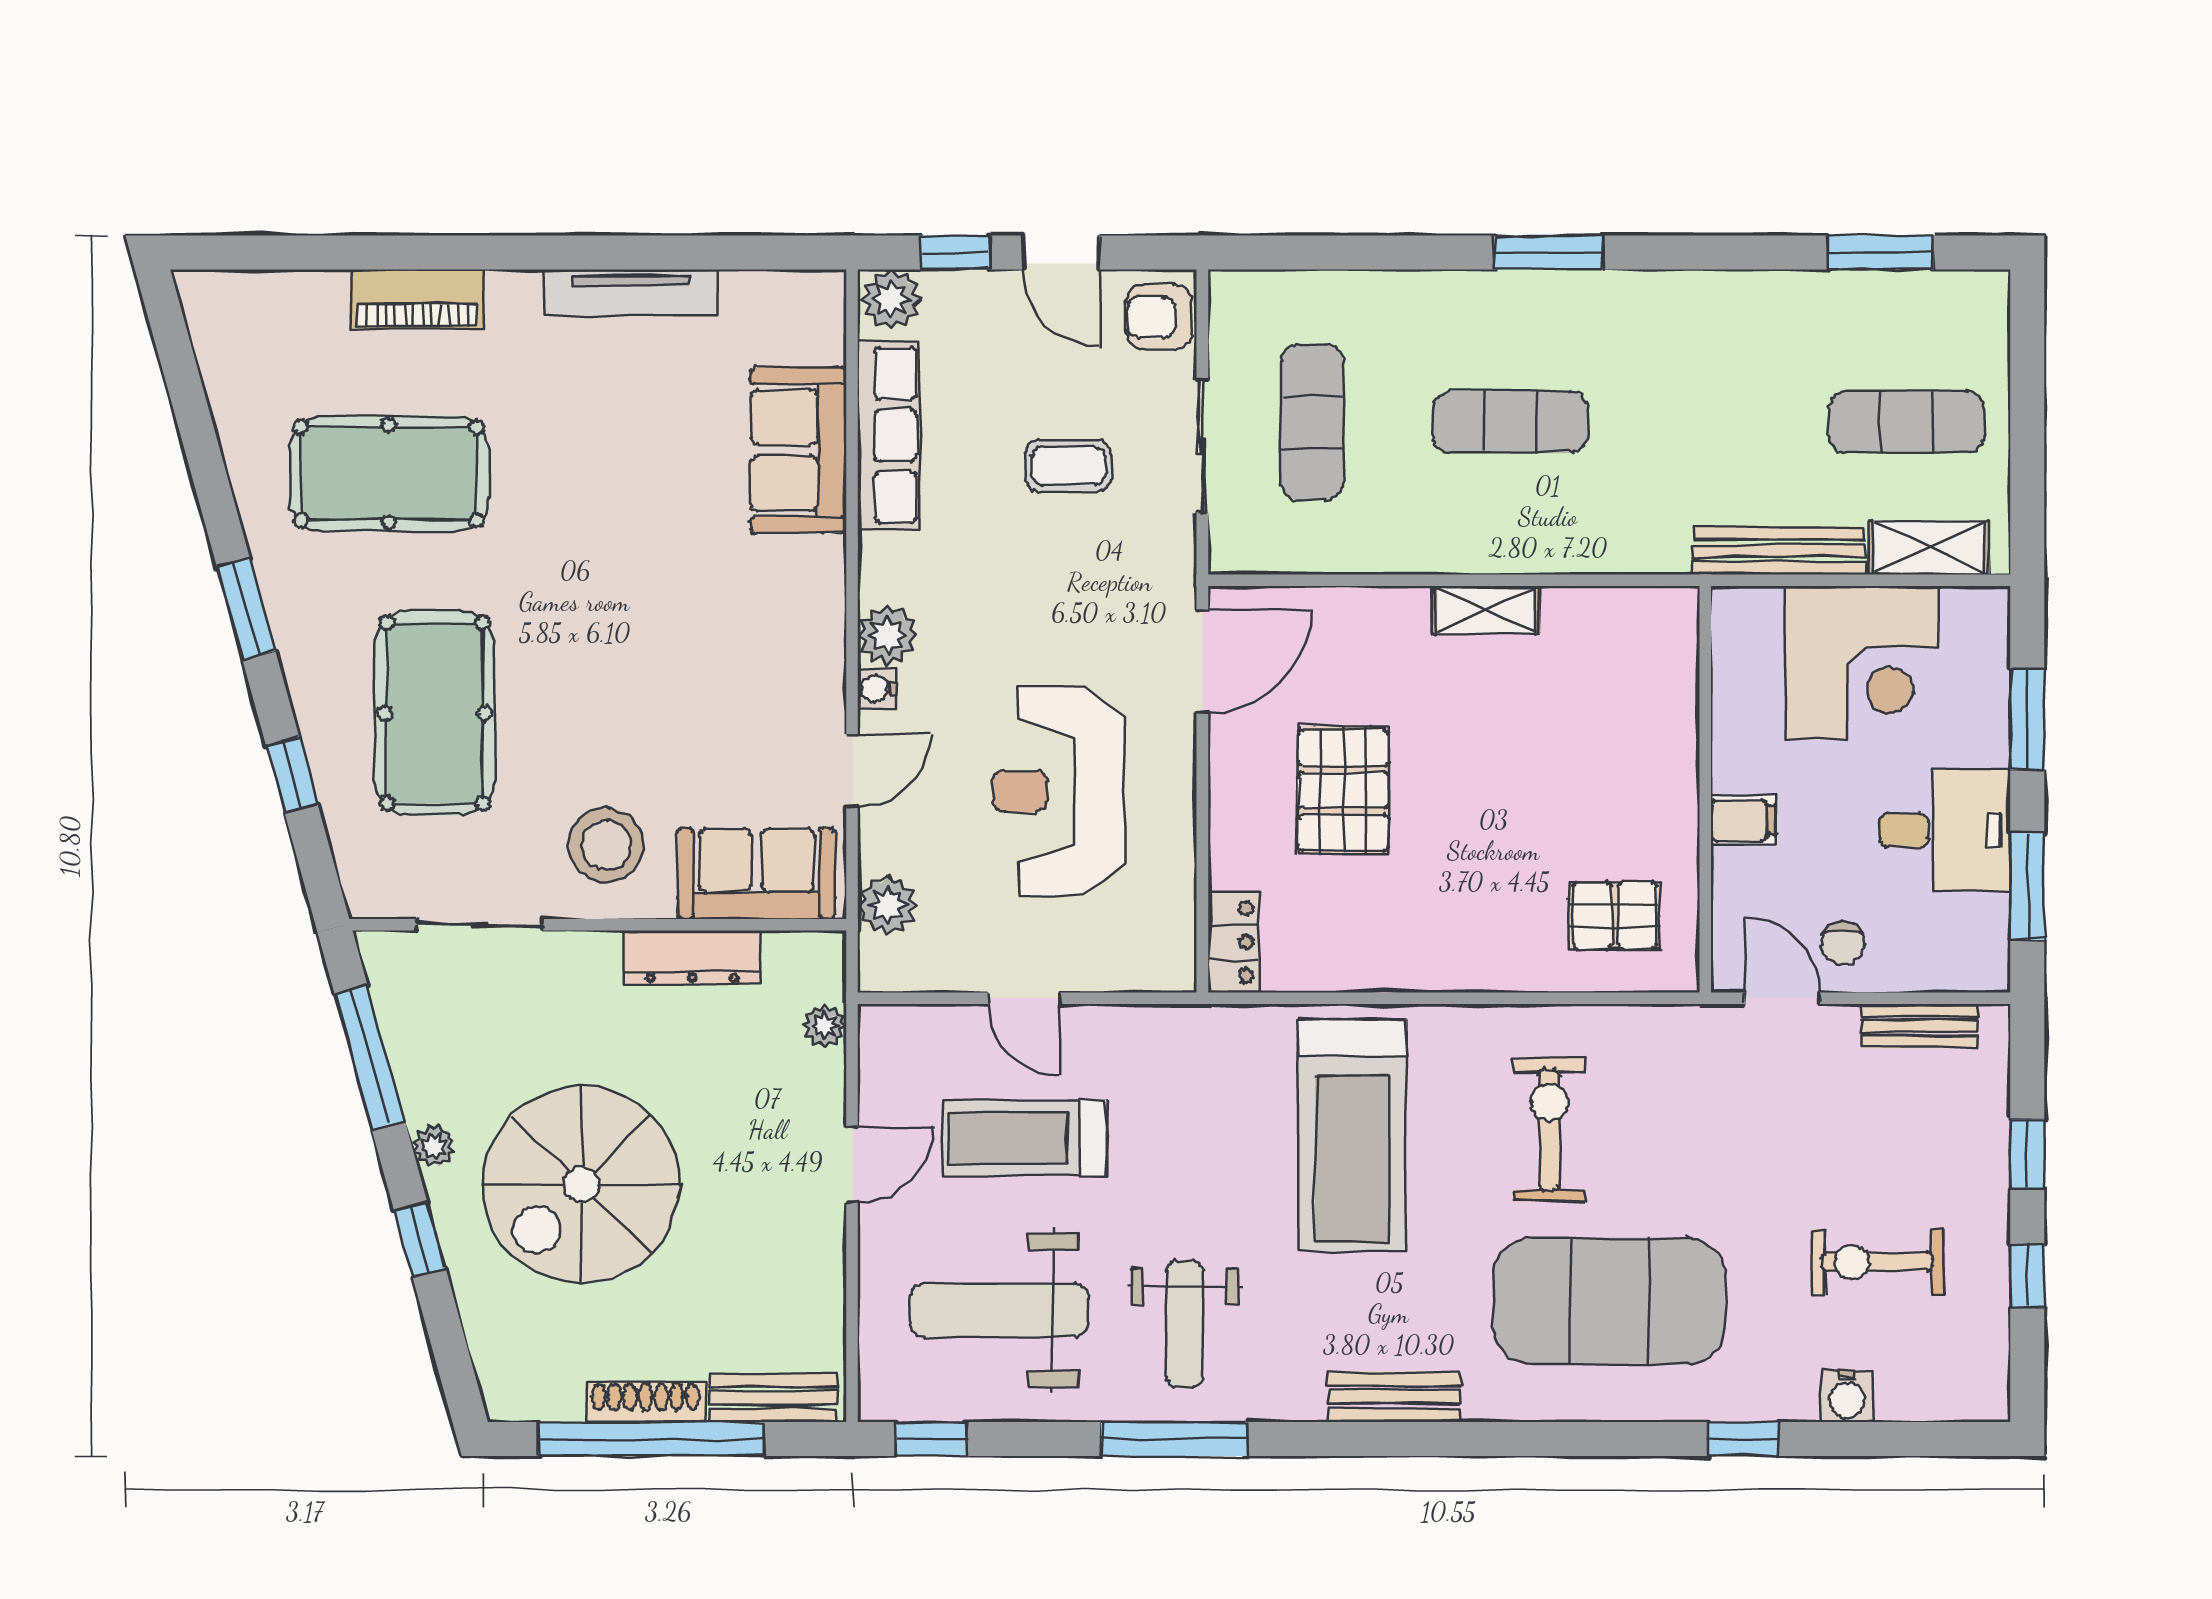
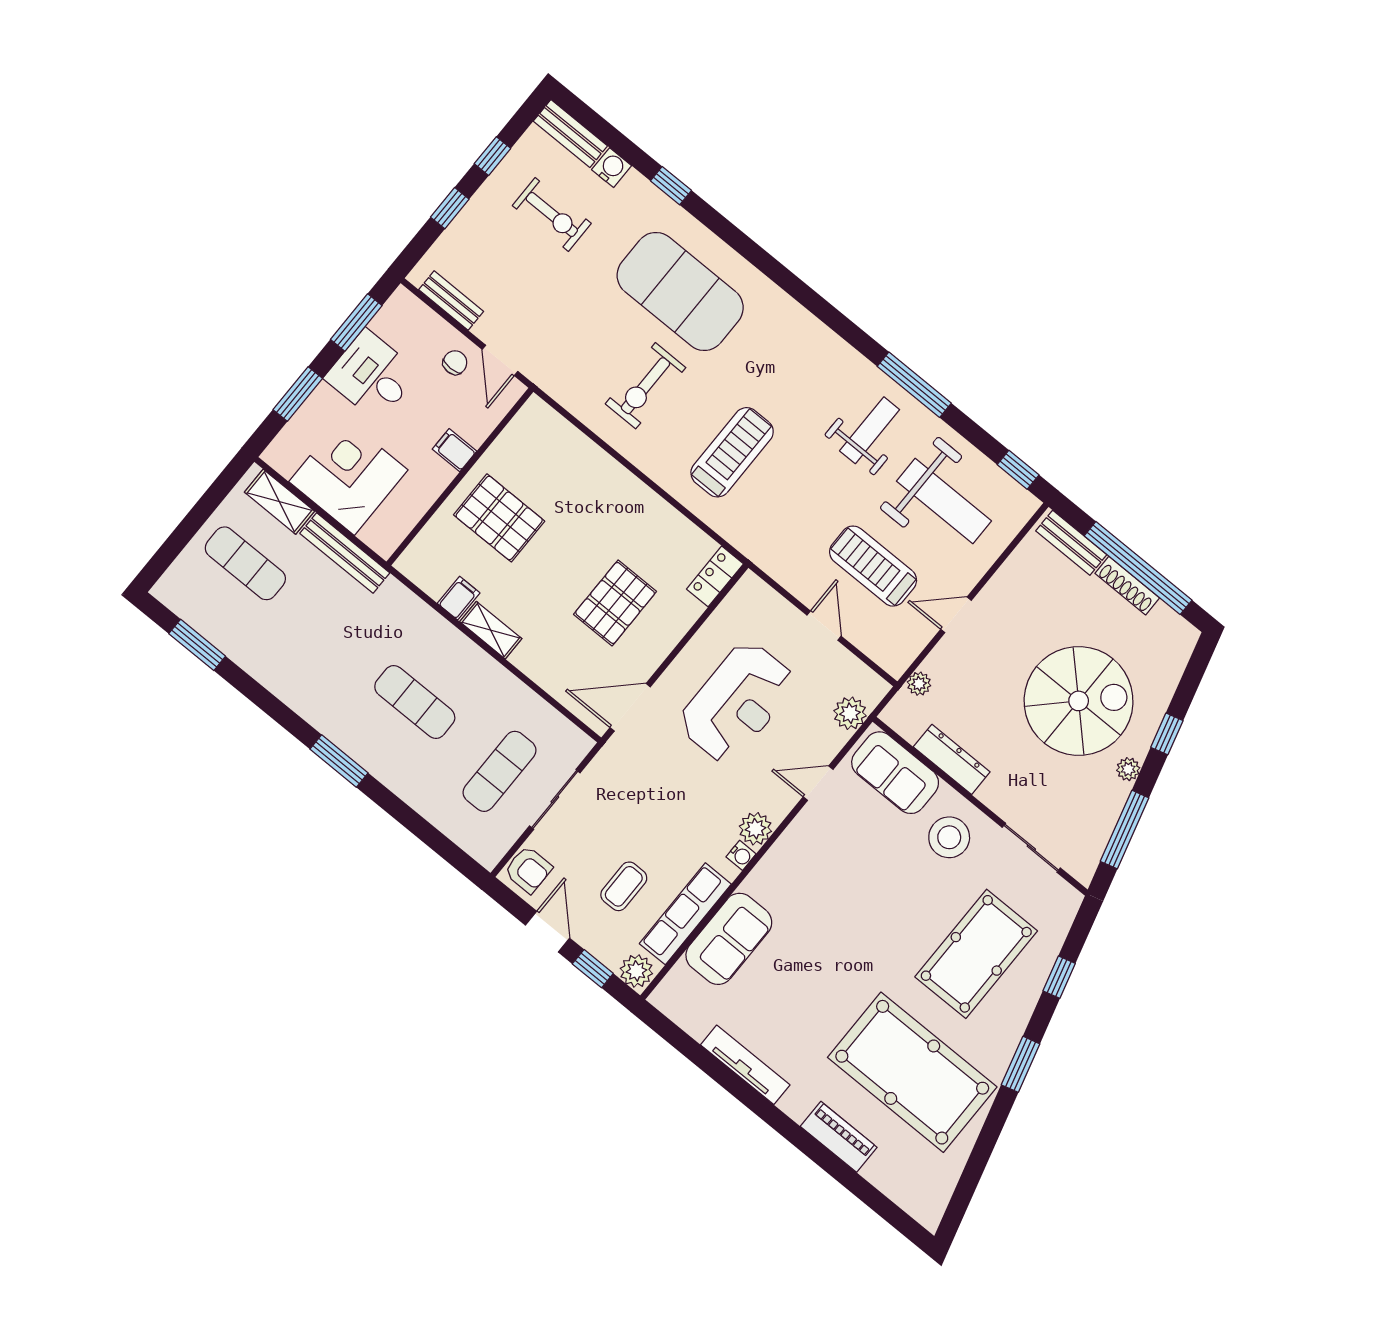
coffee table: (1068, 466) -> (624, 886), moved, turned 90
pool table: (389, 474) -> (912, 1072), width x1.36, depth x1.32
filing cabinet: (1568, 618) -> (459, 598), added
water cooler: (877, 689) -> (741, 855), moved
pallet: (1615, 916) -> (499, 518), moved, width x1.50, depth x1.42
treadmill: (1352, 1136) -> (732, 452), width x0.73, depth x0.73
treadmill: (1024, 1138) -> (873, 566), turned 180
bench: (1394, 1397) -> (570, 134), moved

